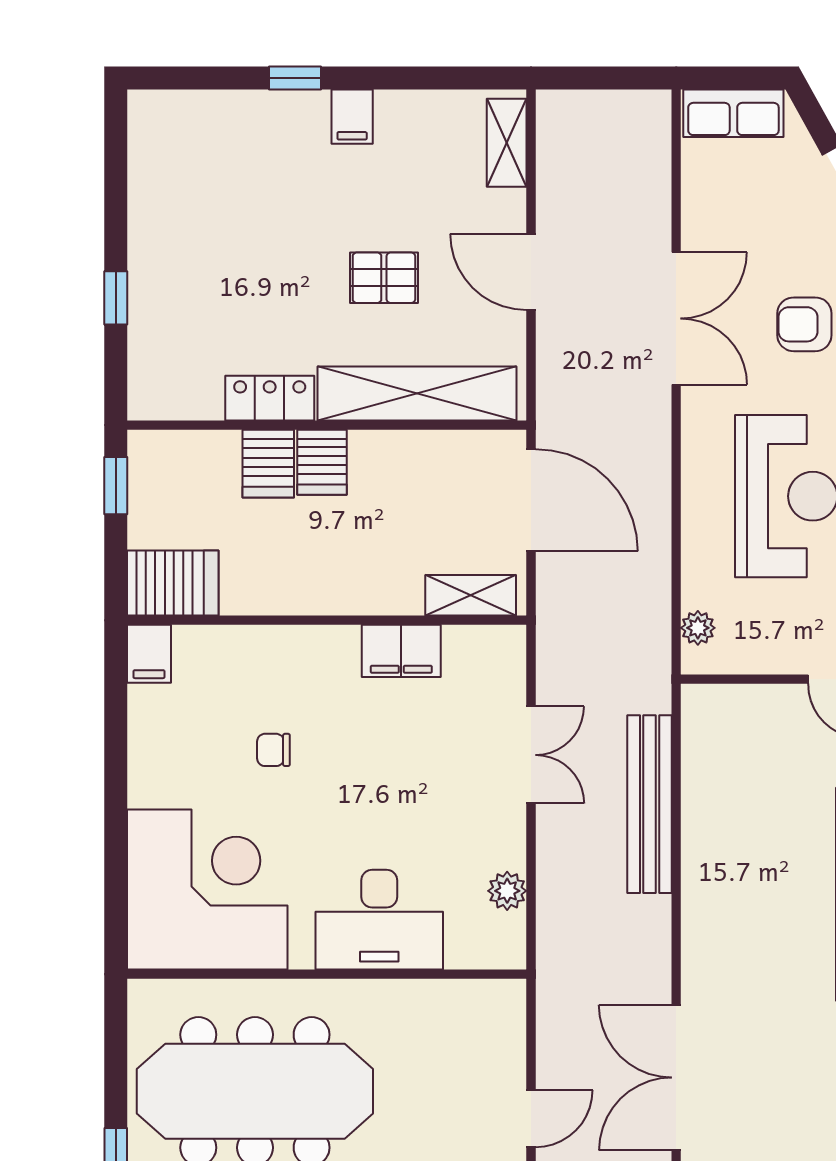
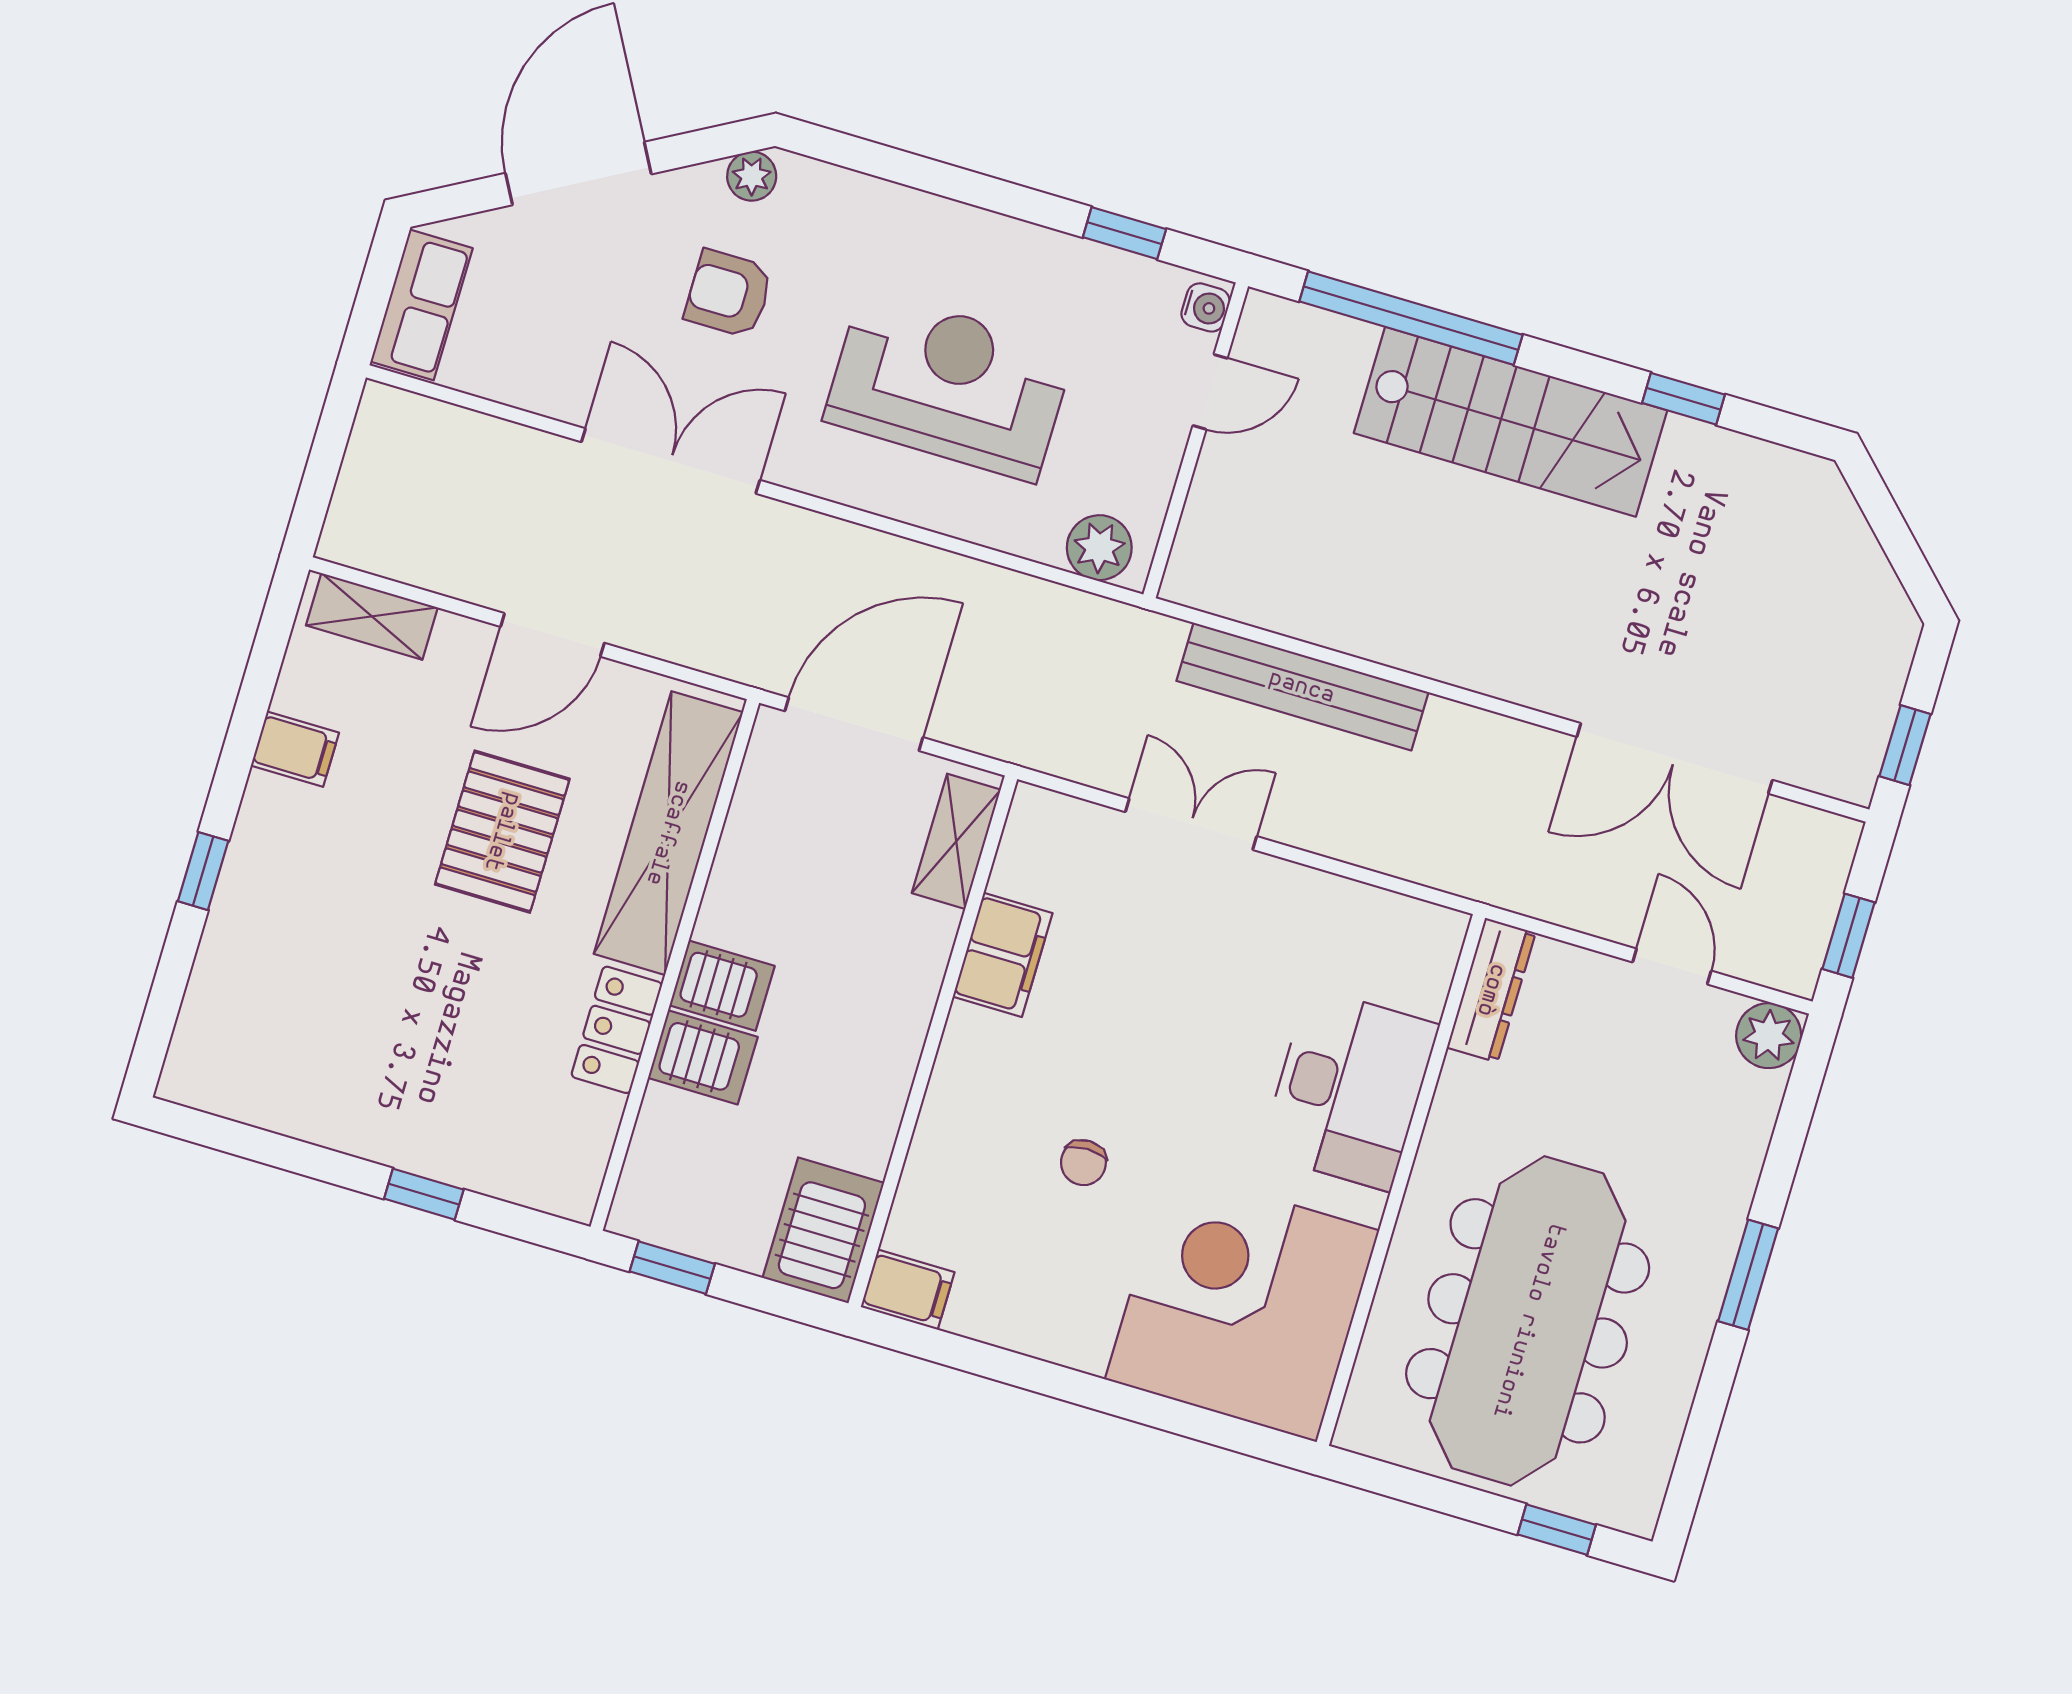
filing cabinet: (352, 117) -> (295, 749), moved
pallet: (384, 278) -> (502, 832), width x1.50, depth x1.42
armchair: (804, 324) -> (729, 294), turned 90
plant: (698, 628) -> (1099, 548), width x1.38, depth x1.38
plant: (507, 891) -> (1361, 909), removed
dresser: (477, 998) -> (1491, 990), added

